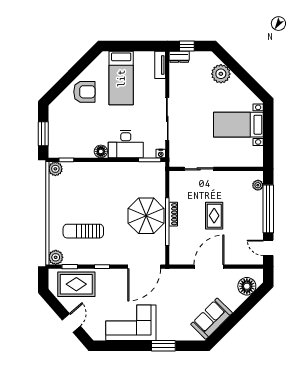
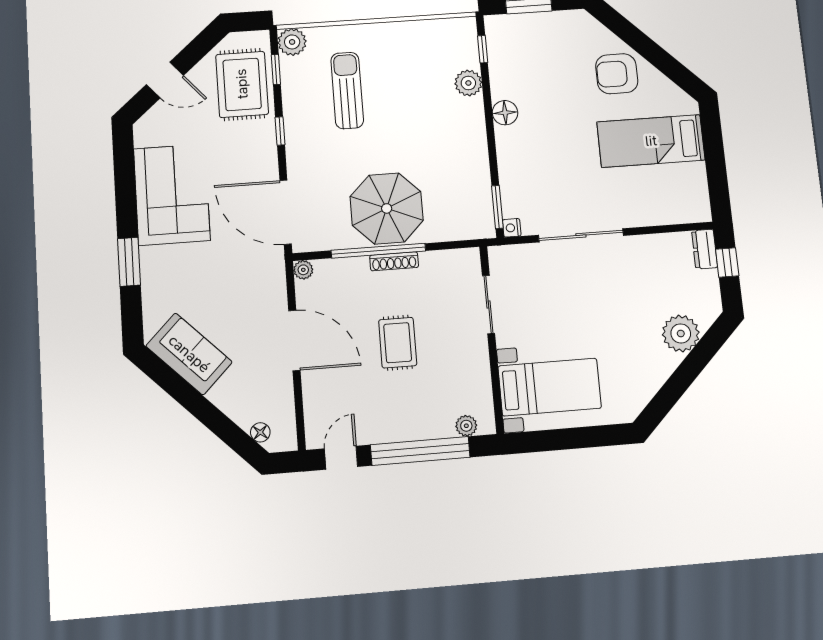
tv unit: (160, 65) -> (684, 214), removed
armchair: (84, 92) -> (617, 74), turned 90
bed with nightstands: (238, 125) -> (550, 387), moved, turned 90
desk: (126, 144) -> (524, 159), removed
plant: (55, 169) -> (468, 83), moved
rug: (214, 216) -> (398, 343), turned 90
plant: (174, 260) -> (303, 270), added
floor lamp: (247, 286) -> (260, 432), width x0.53, depth x0.53

